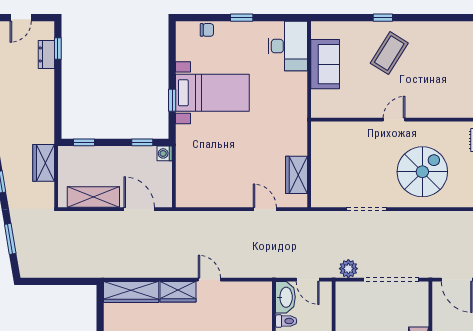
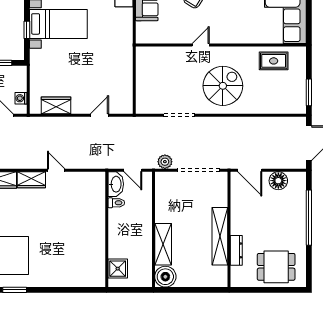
washing machine: (165, 153) -> (21, 98), moved
wardrobe: (297, 175) -> (56, 105), moved, turned 90
door: (265, 209) -> (100, 115), hinge flipped

